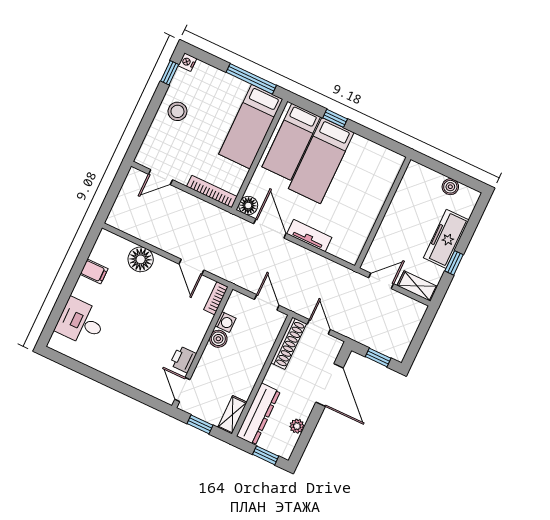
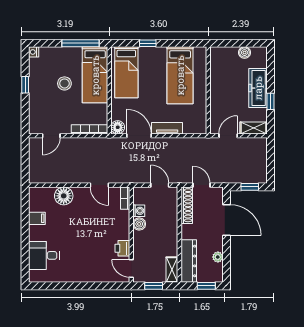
window: (170, 73) -> (25, 85), moved
stool: (177, 111) -> (64, 83), moved
bed: (321, 161) -> (180, 75), moved

